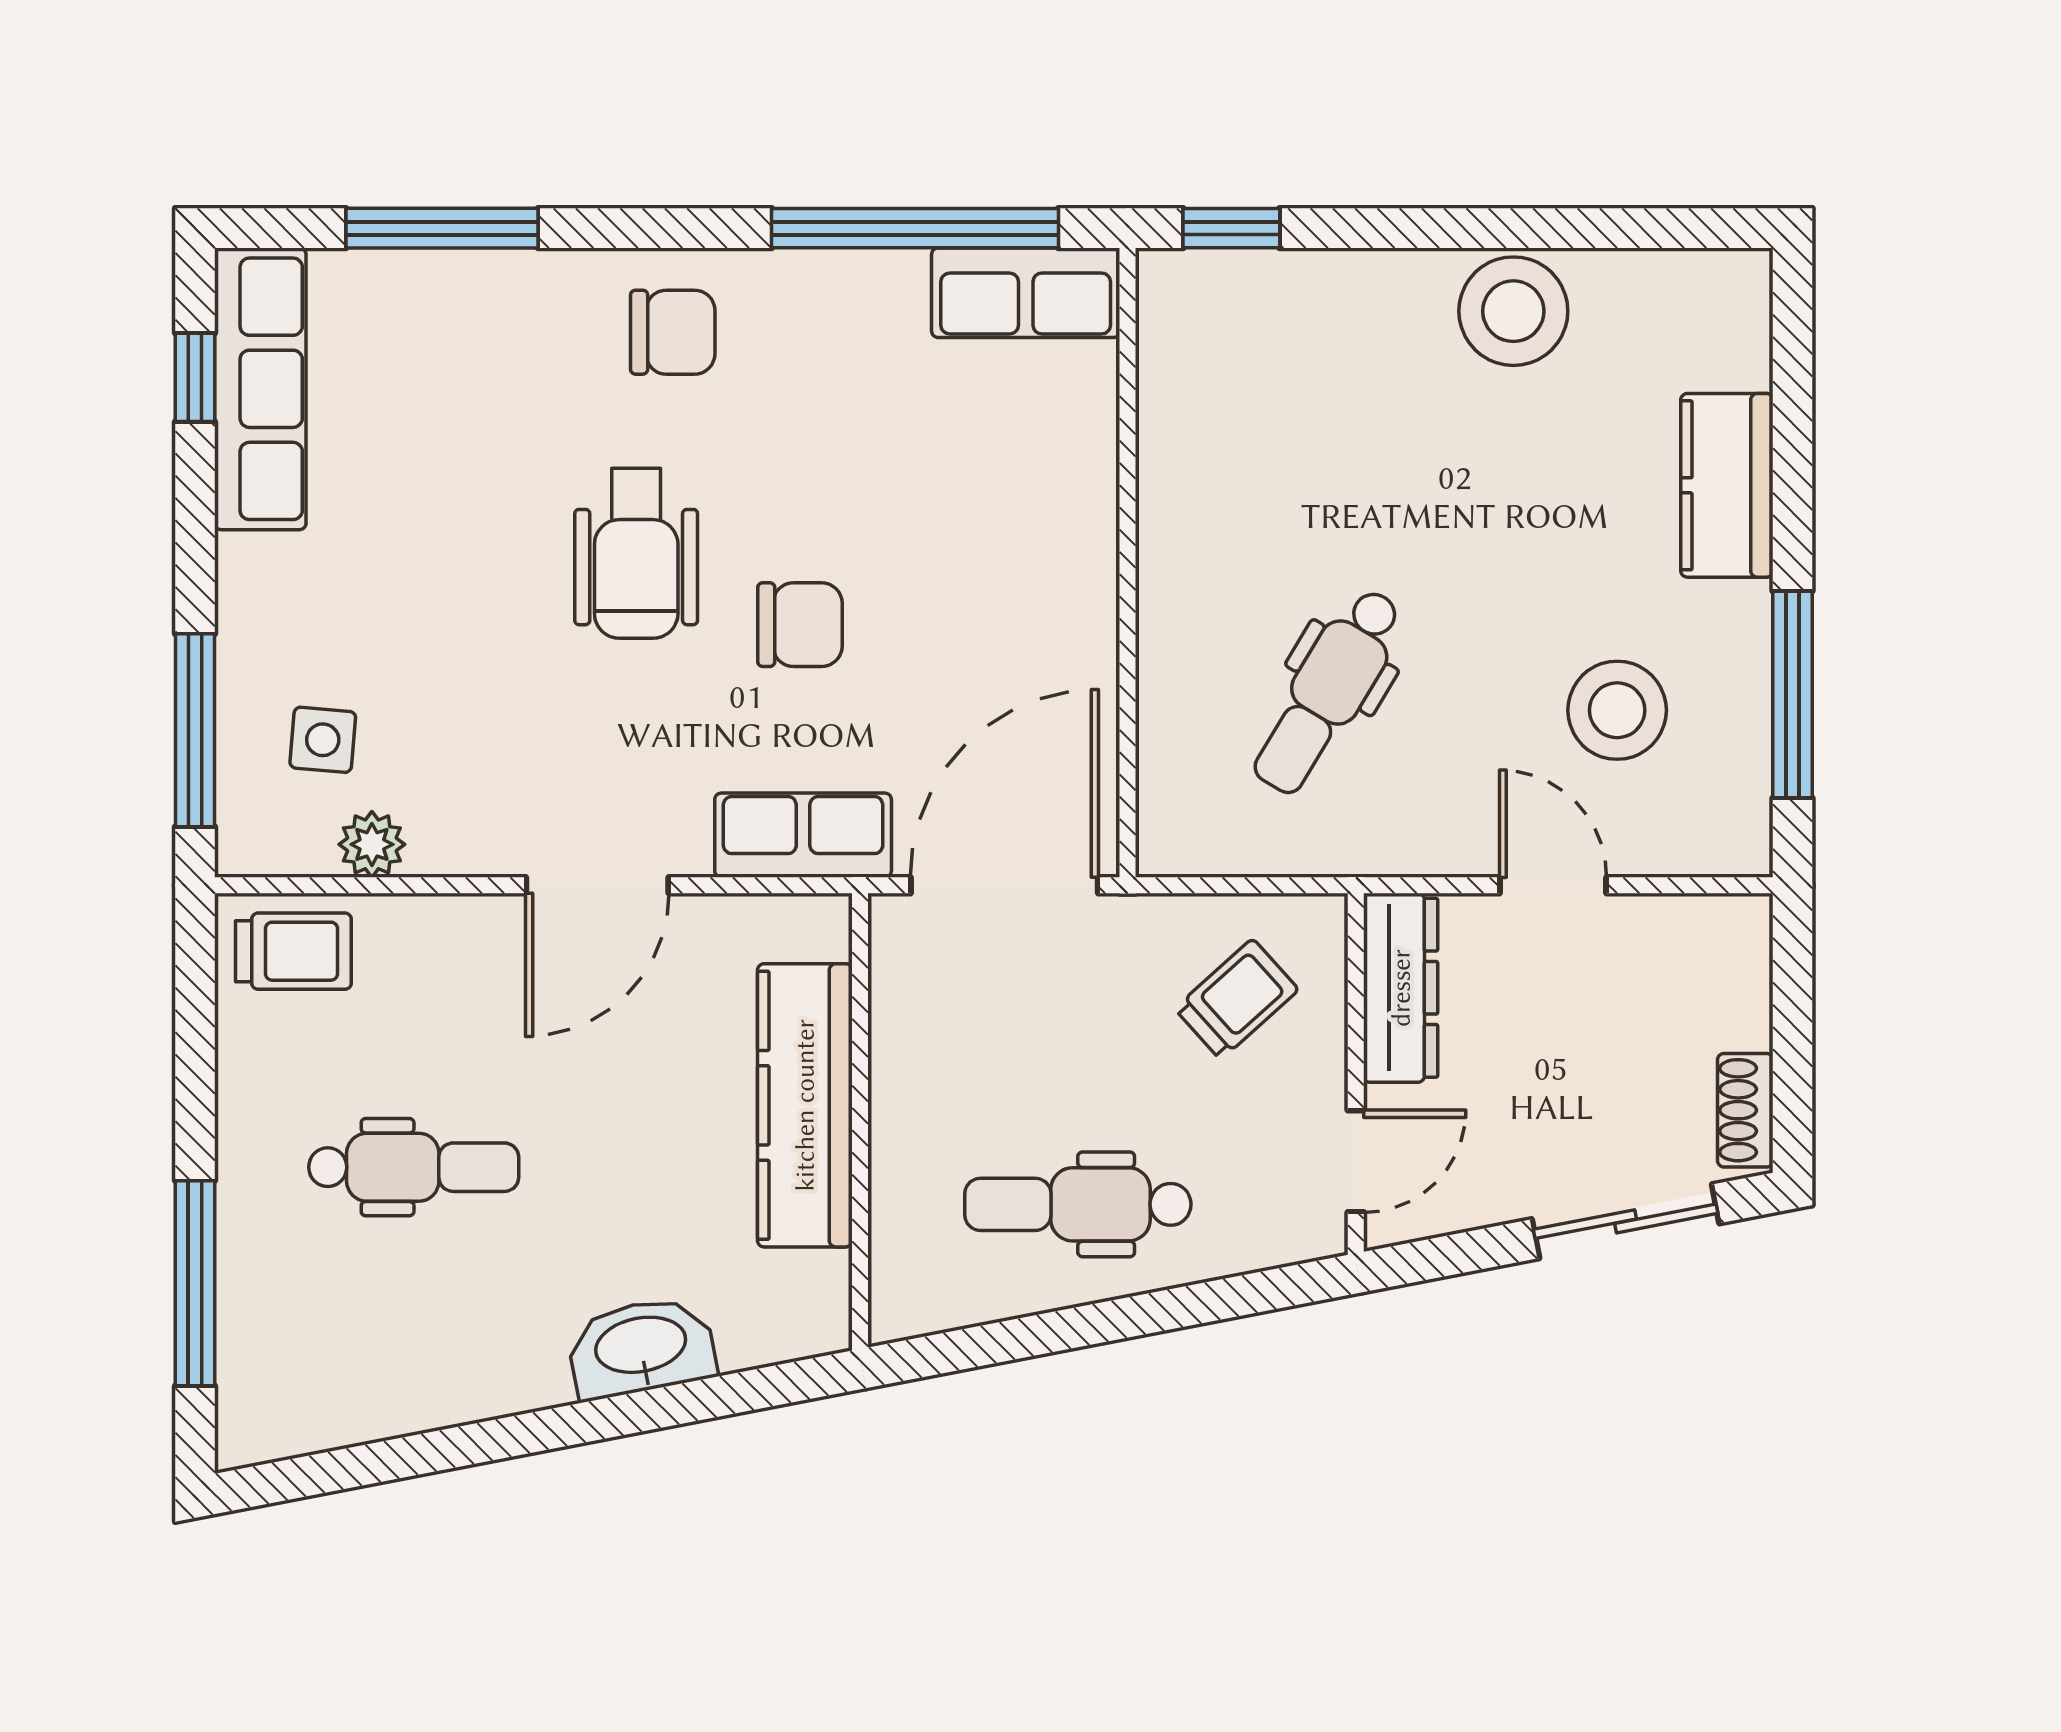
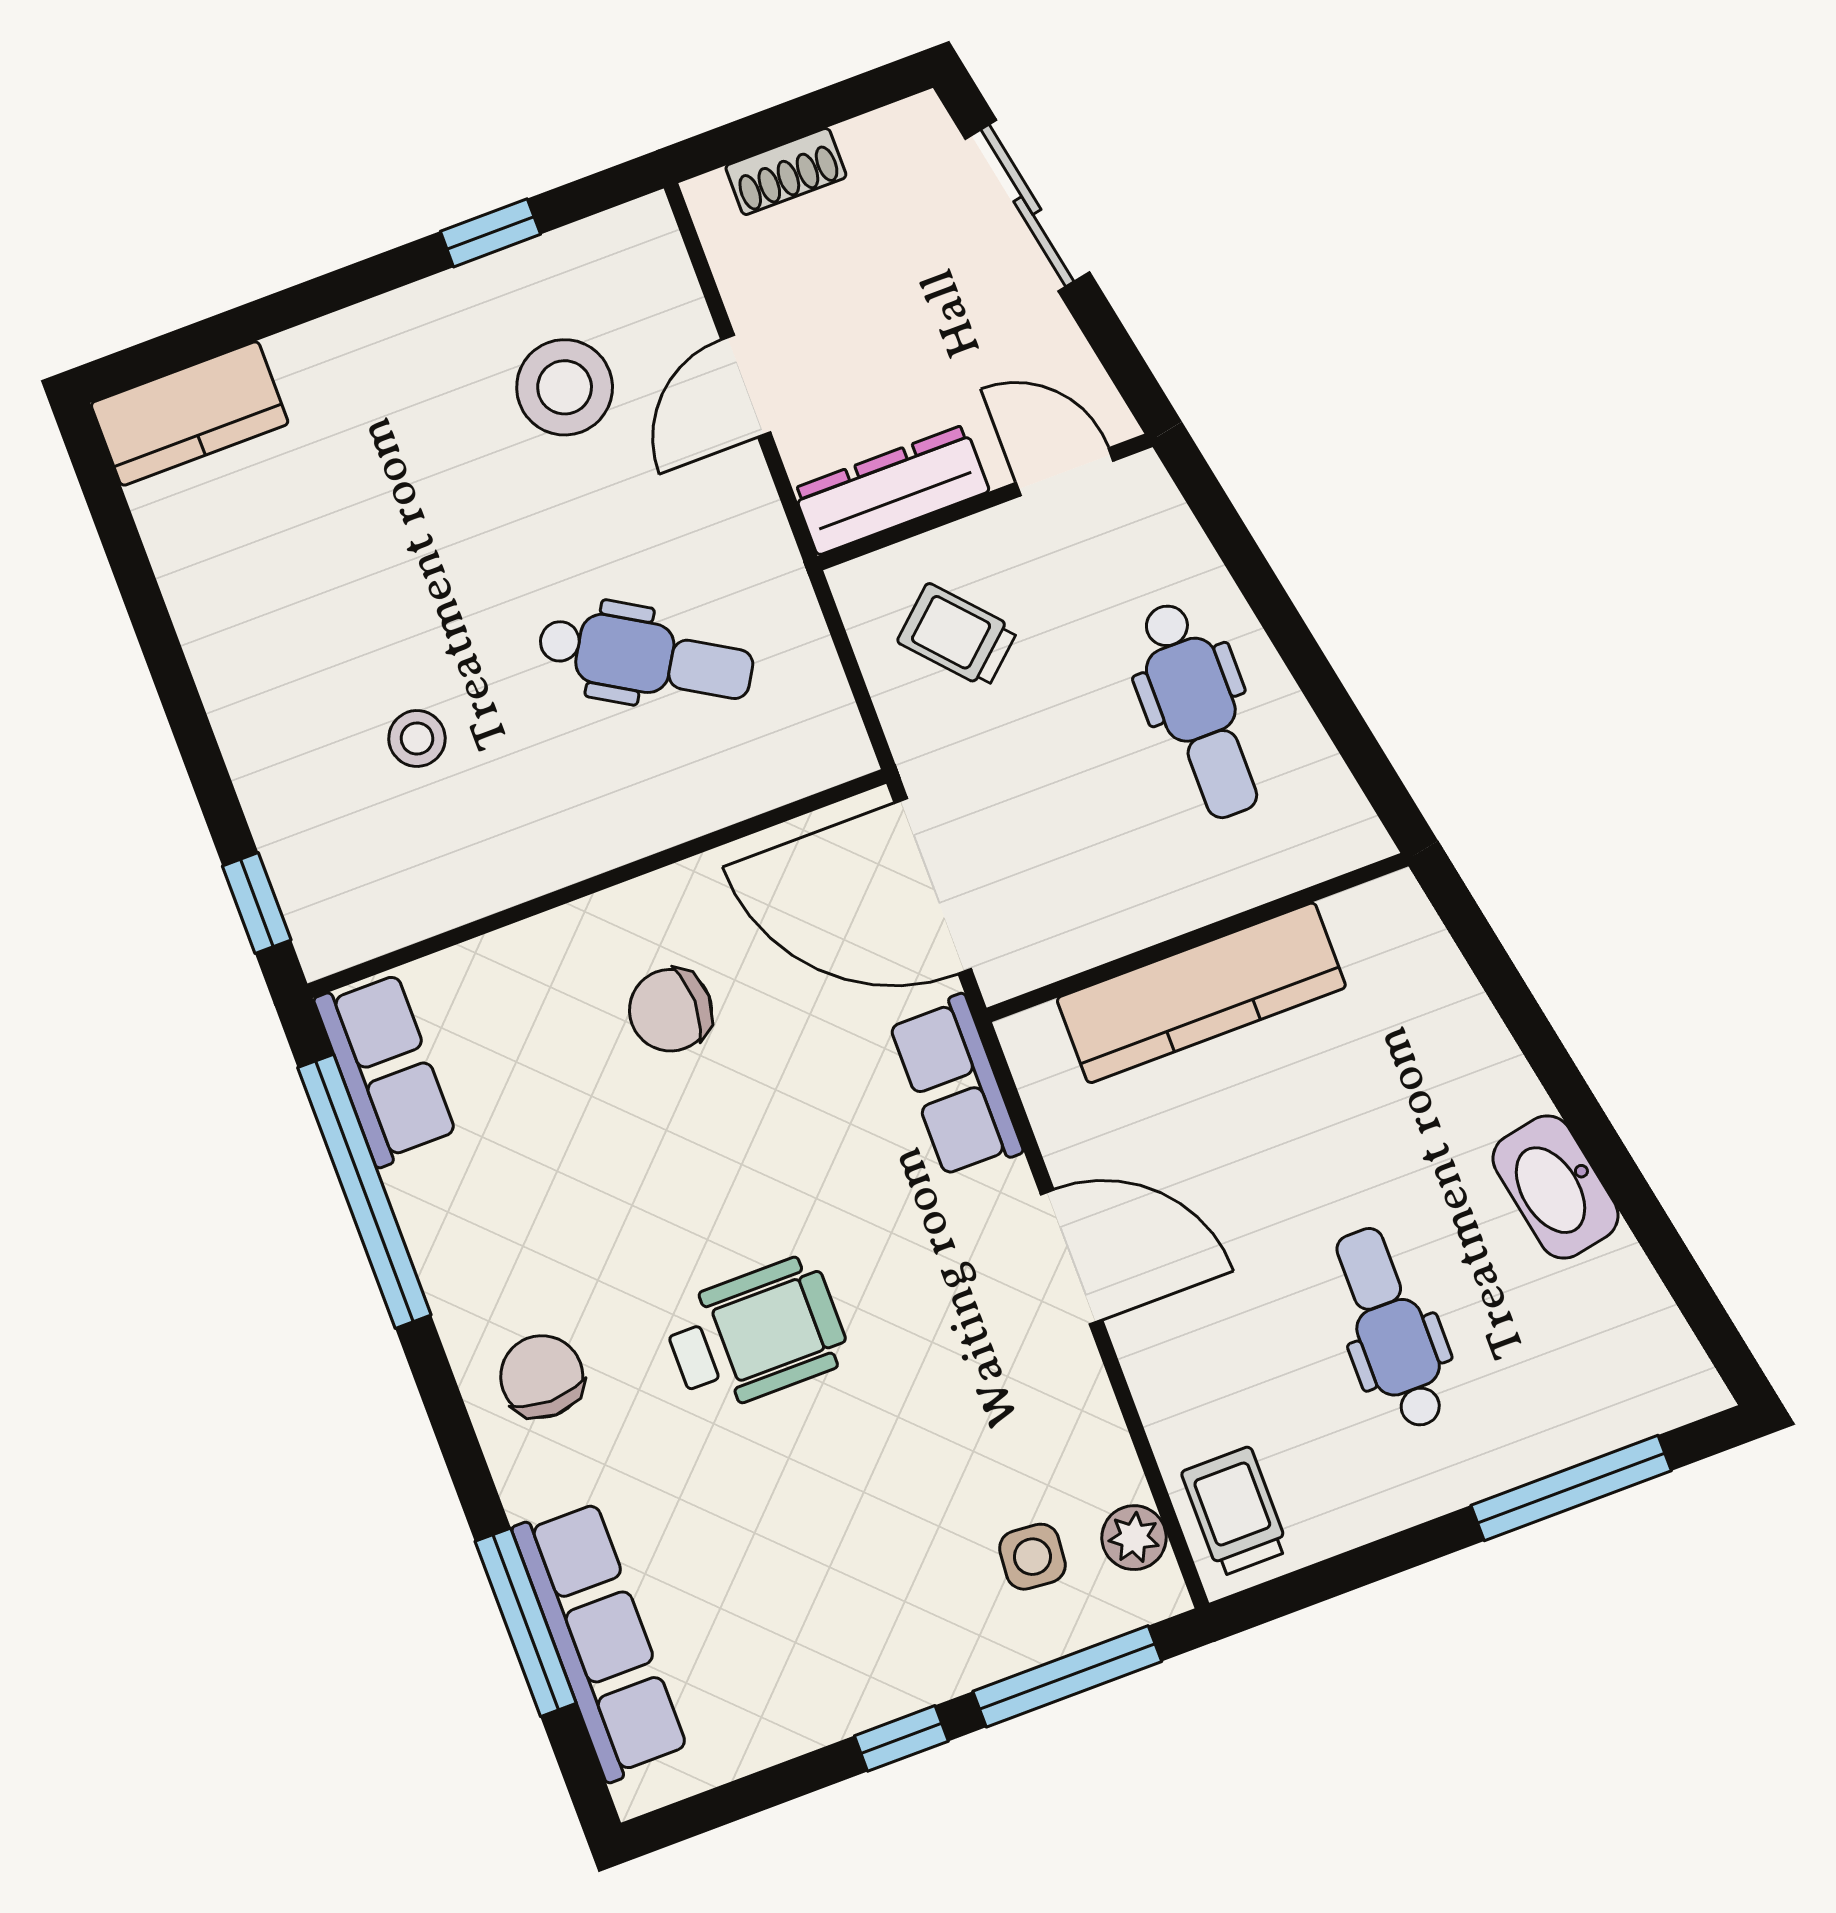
stool: (1513, 311) -> (417, 738), moved, width x0.53, depth x0.53
window: (195, 377) -> (901, 1738), moved
row of seats: (260, 389) -> (600, 1640), moved, turned 90
kitchen counter: (1727, 485) -> (190, 413), moved
chair: (800, 625) -> (671, 1010), moved, turned -90
window: (1793, 694) -> (490, 233), width x0.46
plant: (372, 844) -> (1134, 1538), moved
shoe rack: (1745, 1110) -> (786, 171), moved
washbasin: (641, 1347) -> (1556, 1187), moved

